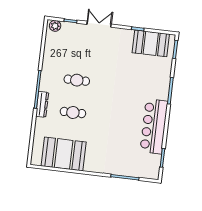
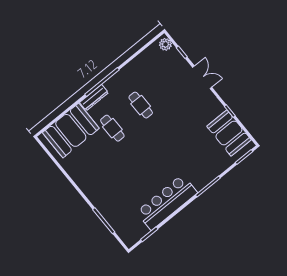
booth: (64, 154) -> (71, 130), moved, turned 90

